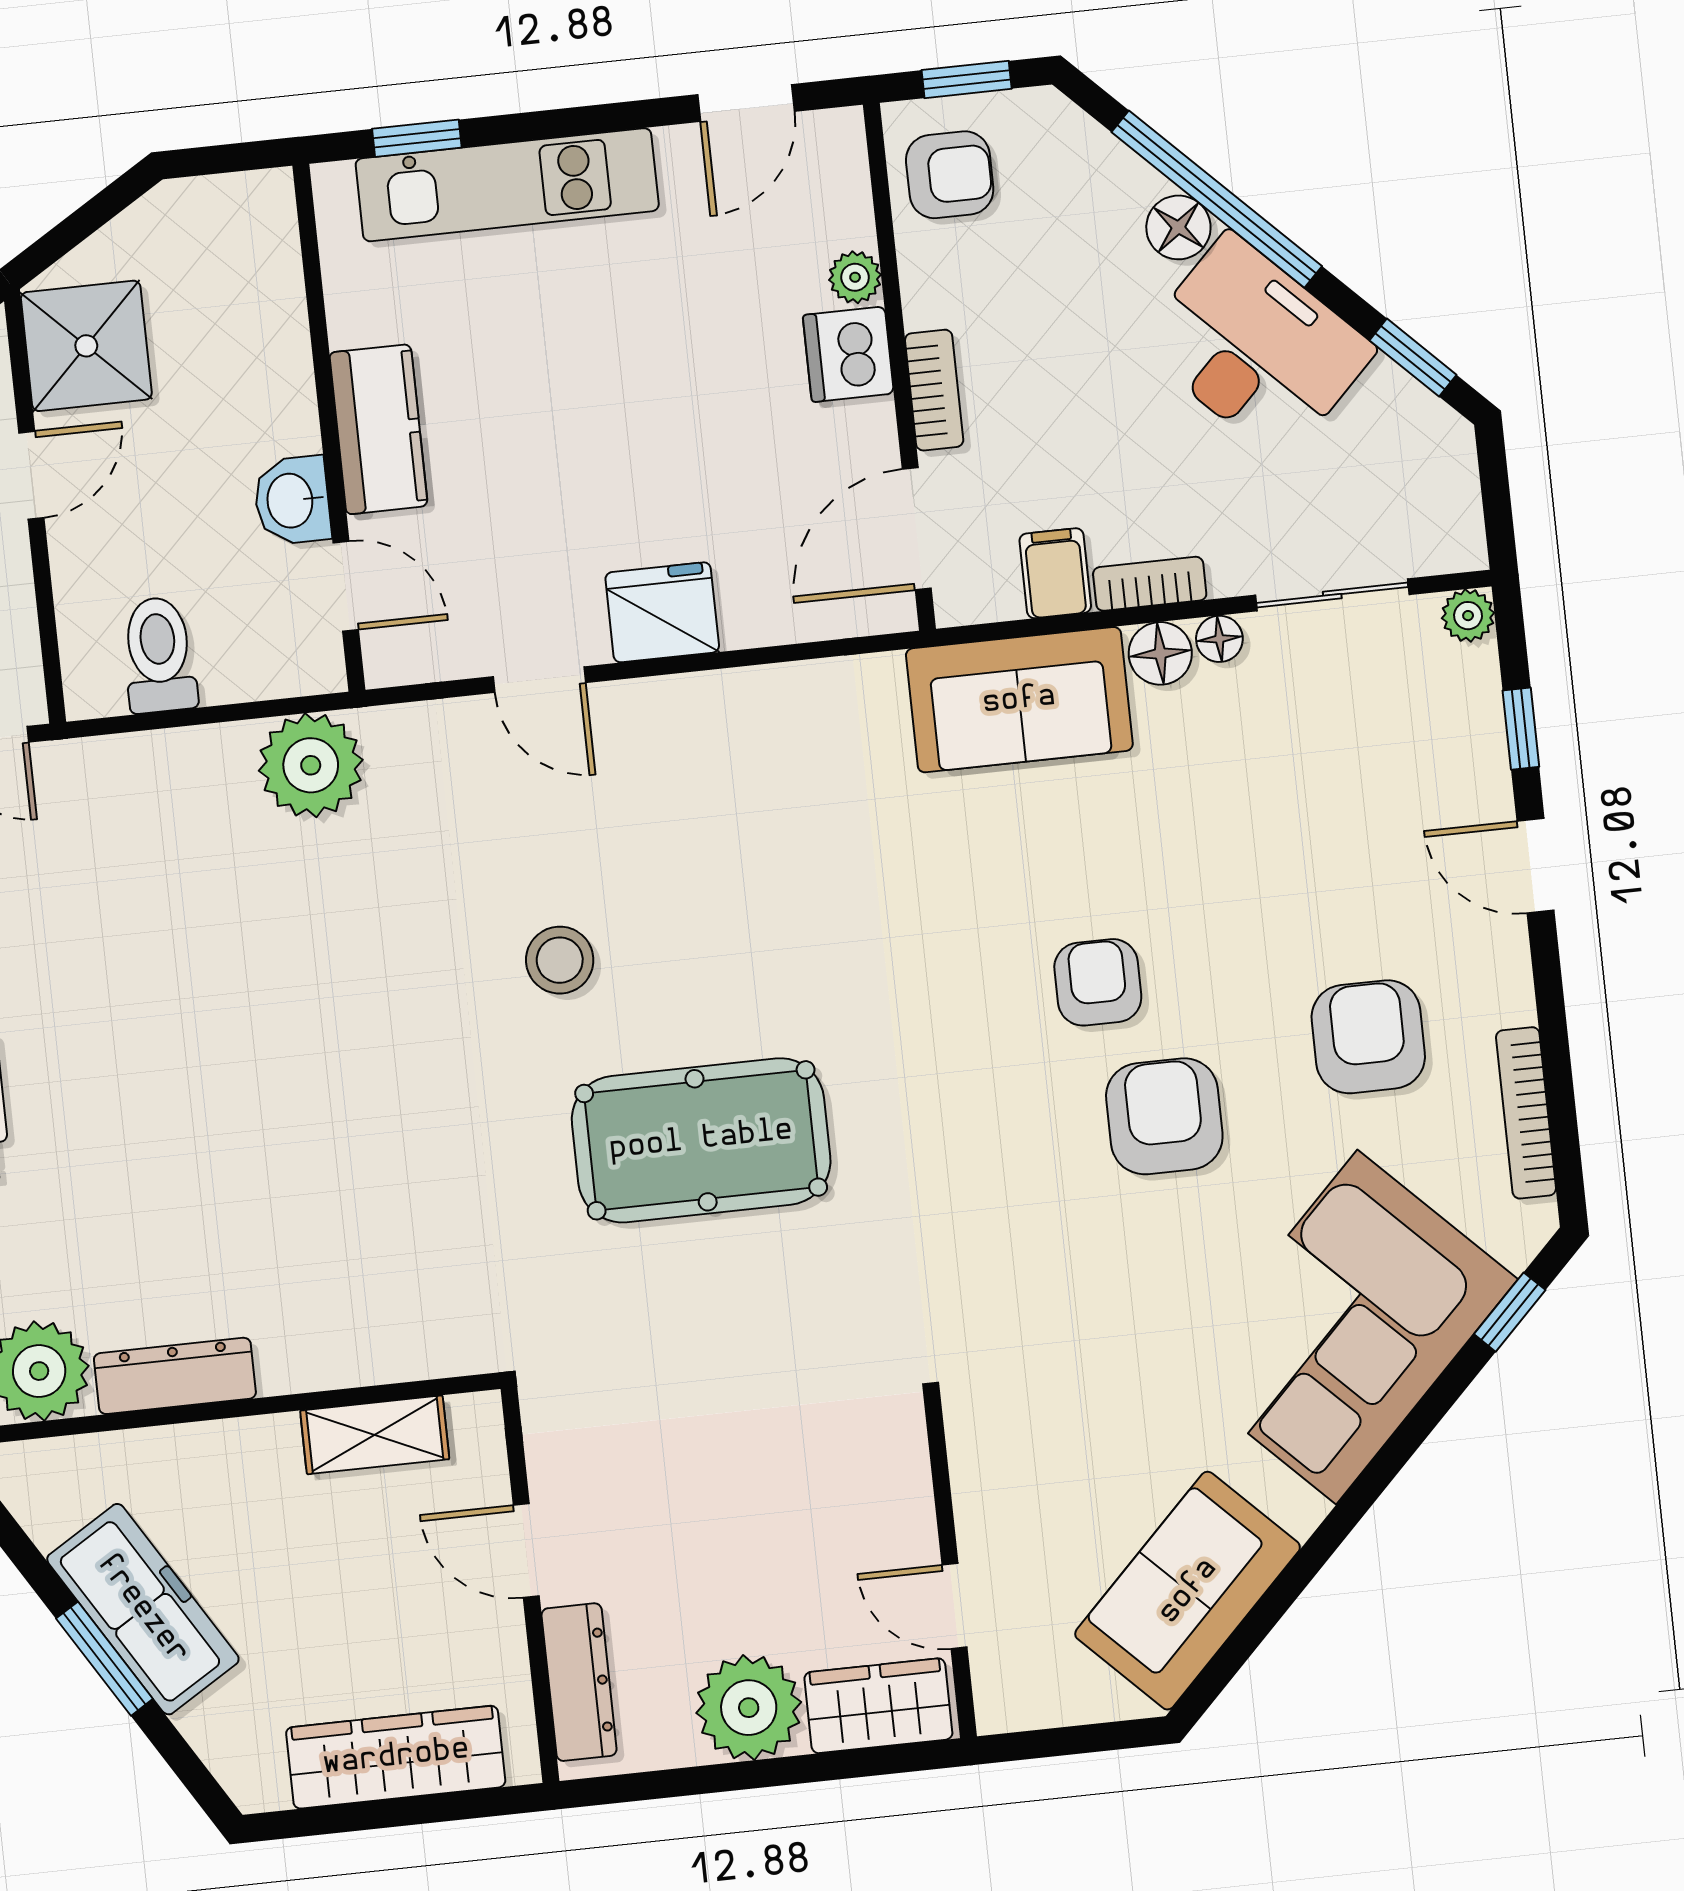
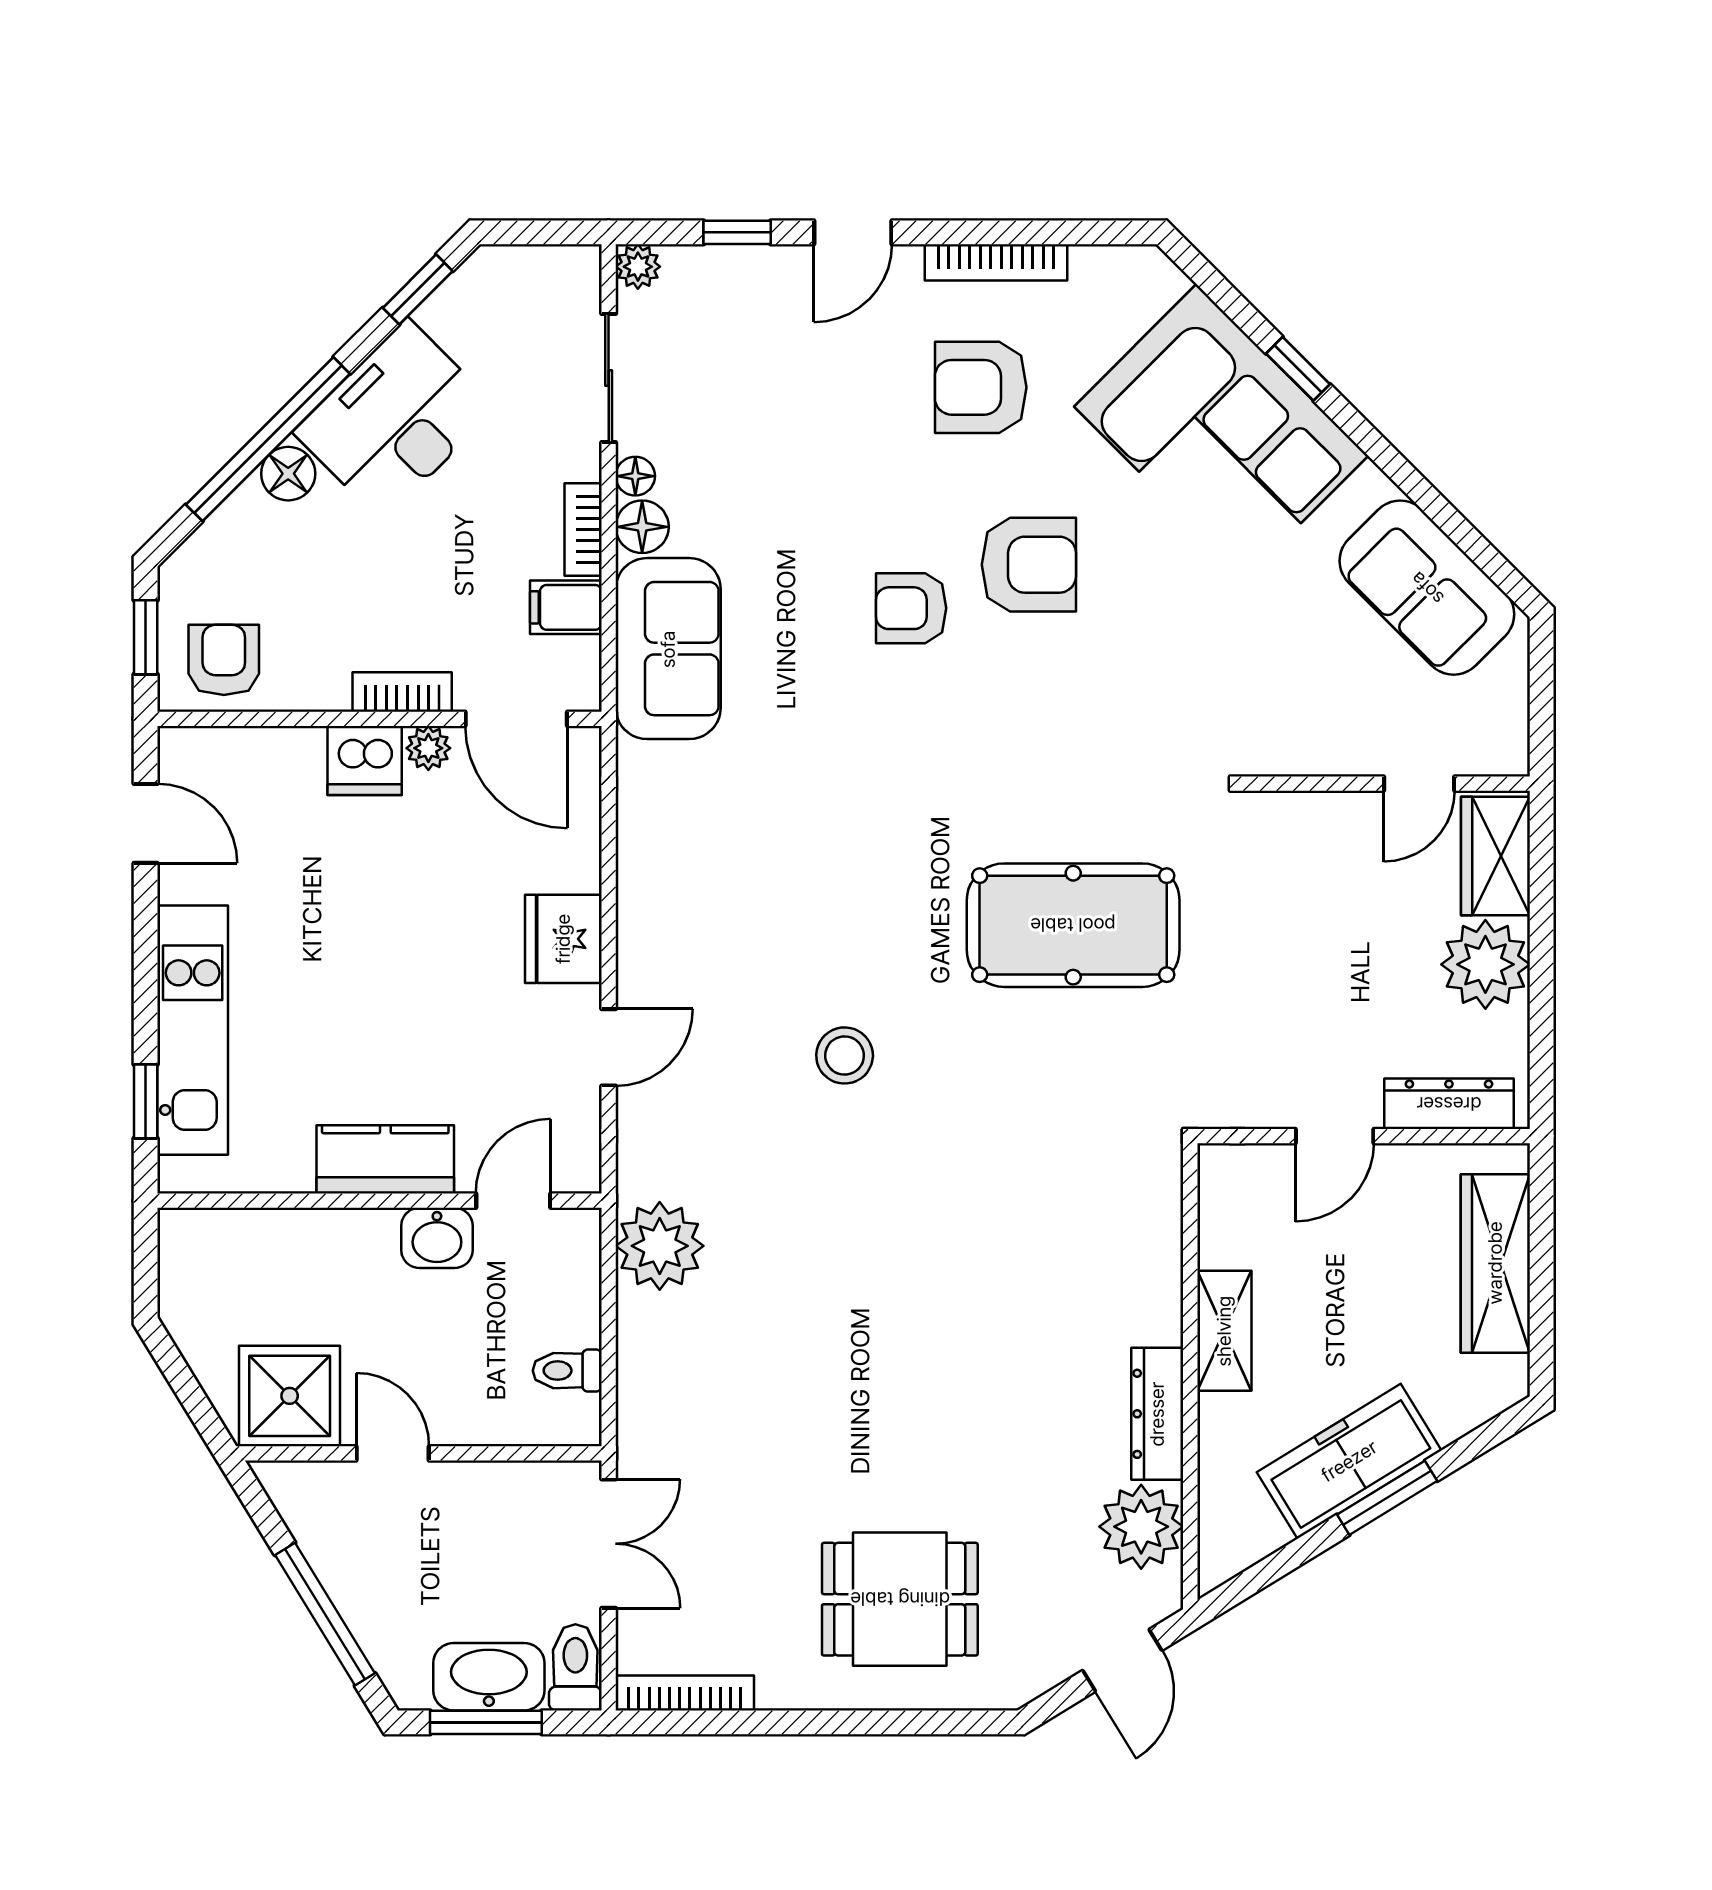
plant: (855, 277) -> (428, 748), moved
toilet: (159, 655) -> (567, 1371), width x0.73, depth x0.72
bookcase: (1526, 1113) -> (996, 262), moved
armchair: (1164, 1116) -> (1029, 565), turned 180
pool table: (701, 1140) -> (1073, 925), moved, turned 90
window: (1510, 1312) -> (1298, 369), moved
shelving: (375, 1435) -> (1224, 1331), moved

